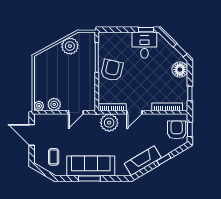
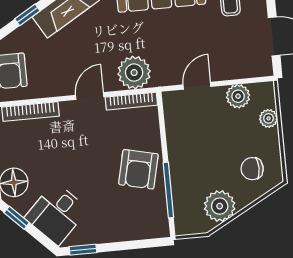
desk: (144, 45) -> (56, 213), moved, turned 45
chair: (50, 65) -> (252, 169), added
plant: (39, 106) -> (269, 118), moved

